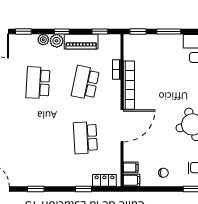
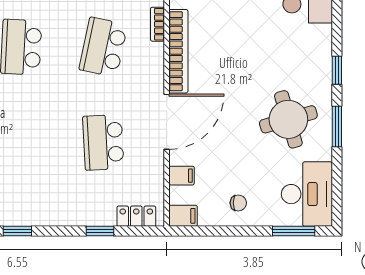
filing cabinet: (131, 167) -> (182, 176), moved

